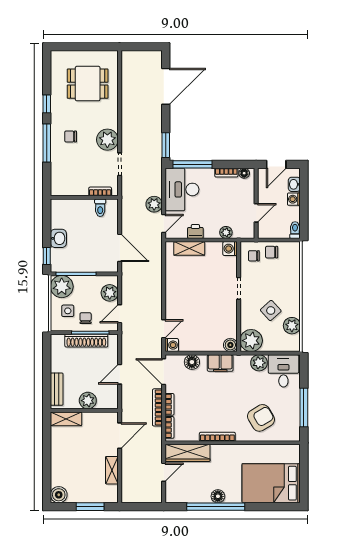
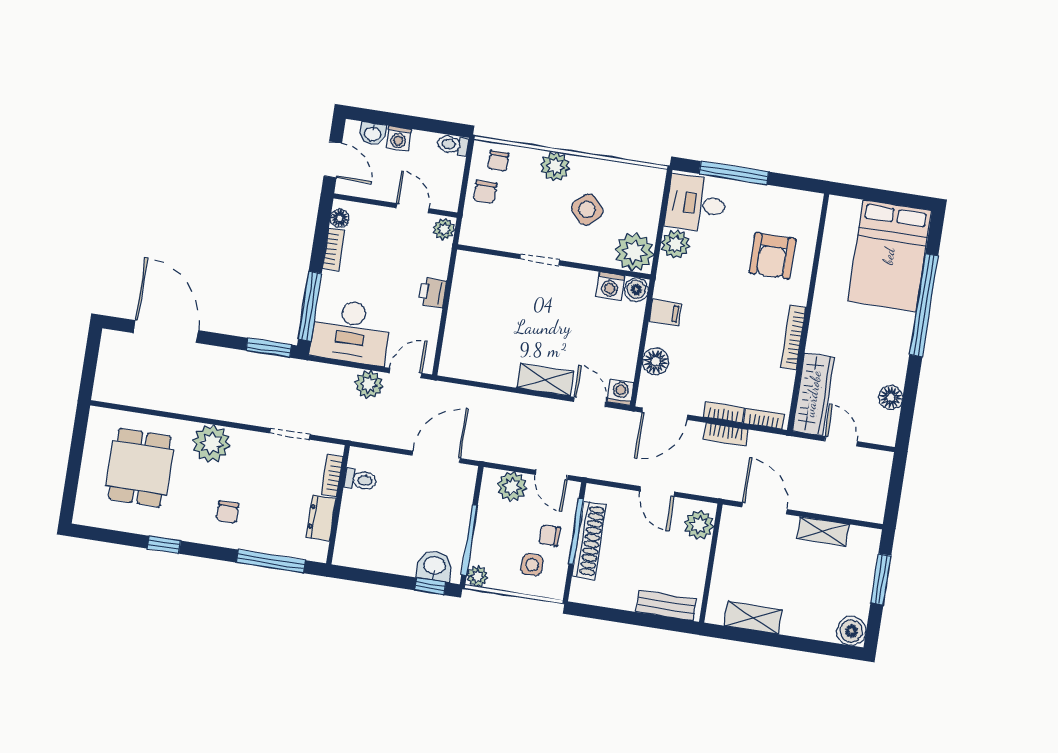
plant: (107, 140) -> (211, 443), moved
window: (47, 143) -> (271, 561), moved
dresser: (76, 189) -> (321, 518), added
door: (164, 223) -> (405, 373), hinge flipped
printer: (195, 232) -> (432, 292), moved
plant: (226, 232) -> (444, 229), moved
washbasin: (58, 238) -> (434, 566), moved
shelving: (189, 248) -> (545, 380), moved, turned 90
washing machine: (230, 249) -> (610, 286), moved
chair: (254, 256) -> (498, 161), moved
plant: (62, 287) -> (477, 576), width x0.53, depth x0.53
plant: (292, 326) -> (555, 166), moved
filing cabinet: (220, 363) -> (665, 312), width x0.50
plant: (88, 401) -> (699, 525), moved
bookcase: (157, 407) -> (726, 434), width x0.64
window: (304, 408) -> (734, 173), moved
armchair: (261, 418) -> (772, 256), turned -149
shelving: (66, 419) -> (753, 618), moved, turned 90
floor lamp: (218, 496) -> (891, 397), moved
window: (216, 507) -> (924, 305), moved

